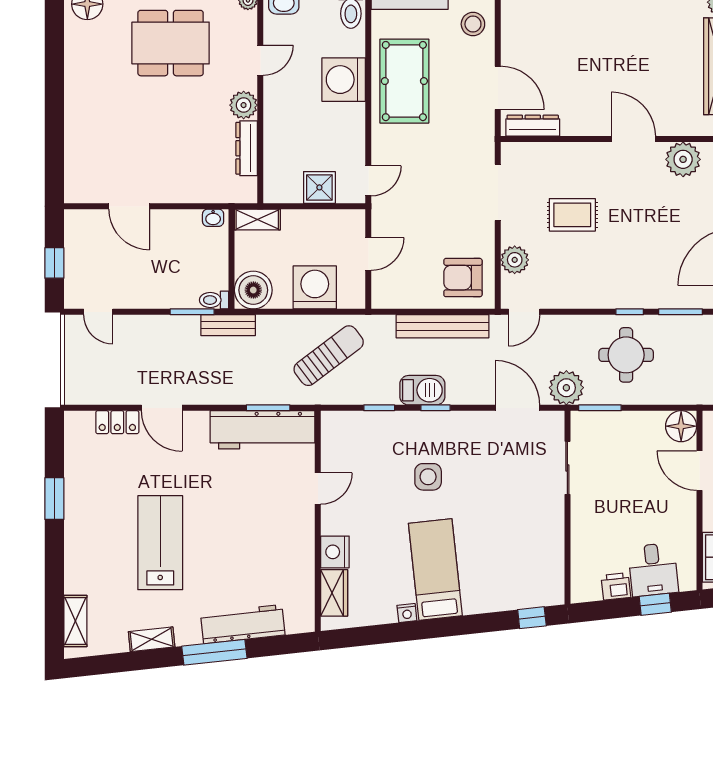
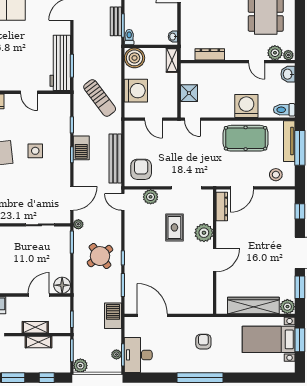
plant: (244, 105) -> (275, 53), moved
plant: (683, 159) -> (204, 233), moved
bench: (228, 325) -> (116, 21), moved
round table: (626, 355) -> (100, 256), turned -38
plant: (566, 388) -> (78, 224), width x0.53, depth x0.53

